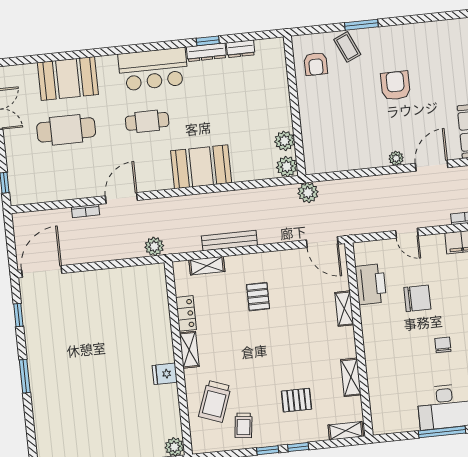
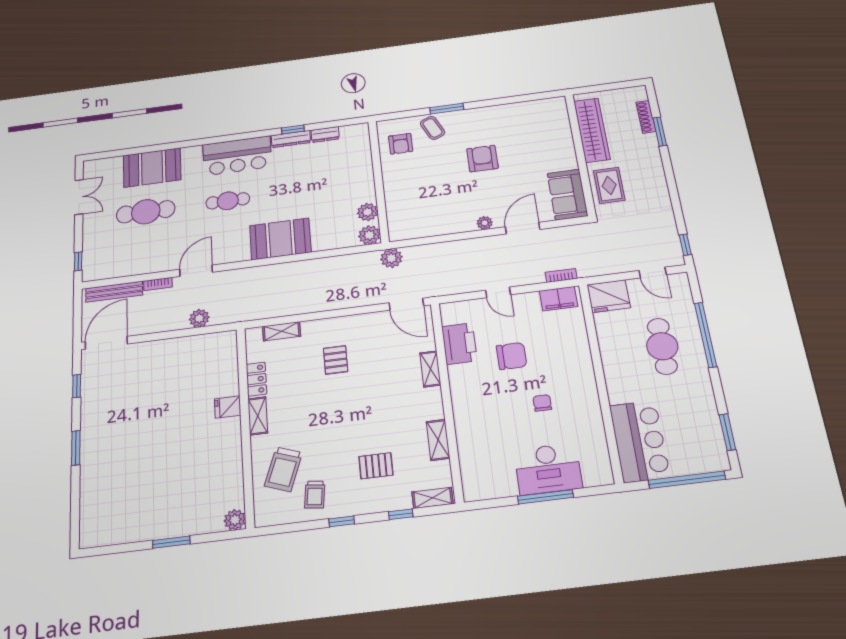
bench: (229, 241) -> (114, 292), moved
plant: (154, 246) -> (199, 318), moved
fridge: (165, 374) -> (228, 407), moved
window: (298, 447) -> (401, 514), moved

